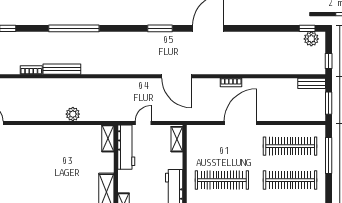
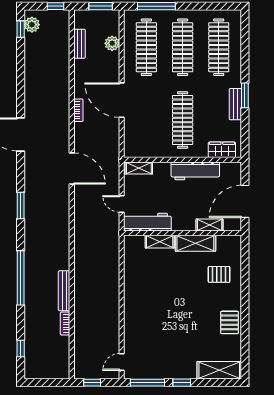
window: (160, 28) -> (21, 206), moved
door: (176, 76) -> (72, 169), hinge flipped
bench: (312, 83) -> (79, 44), moved
plant: (73, 114) -> (112, 43), moved
shelving: (108, 138) -> (160, 242), moved

